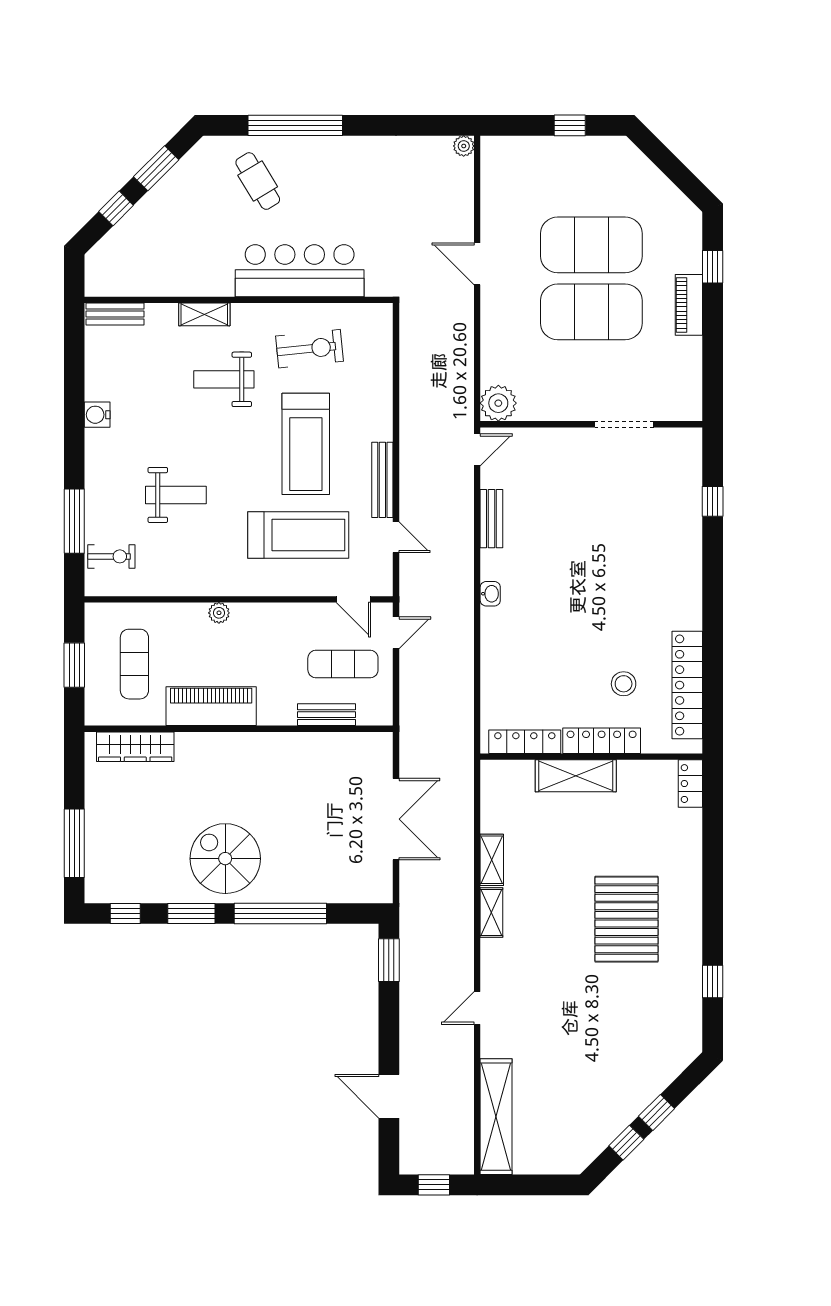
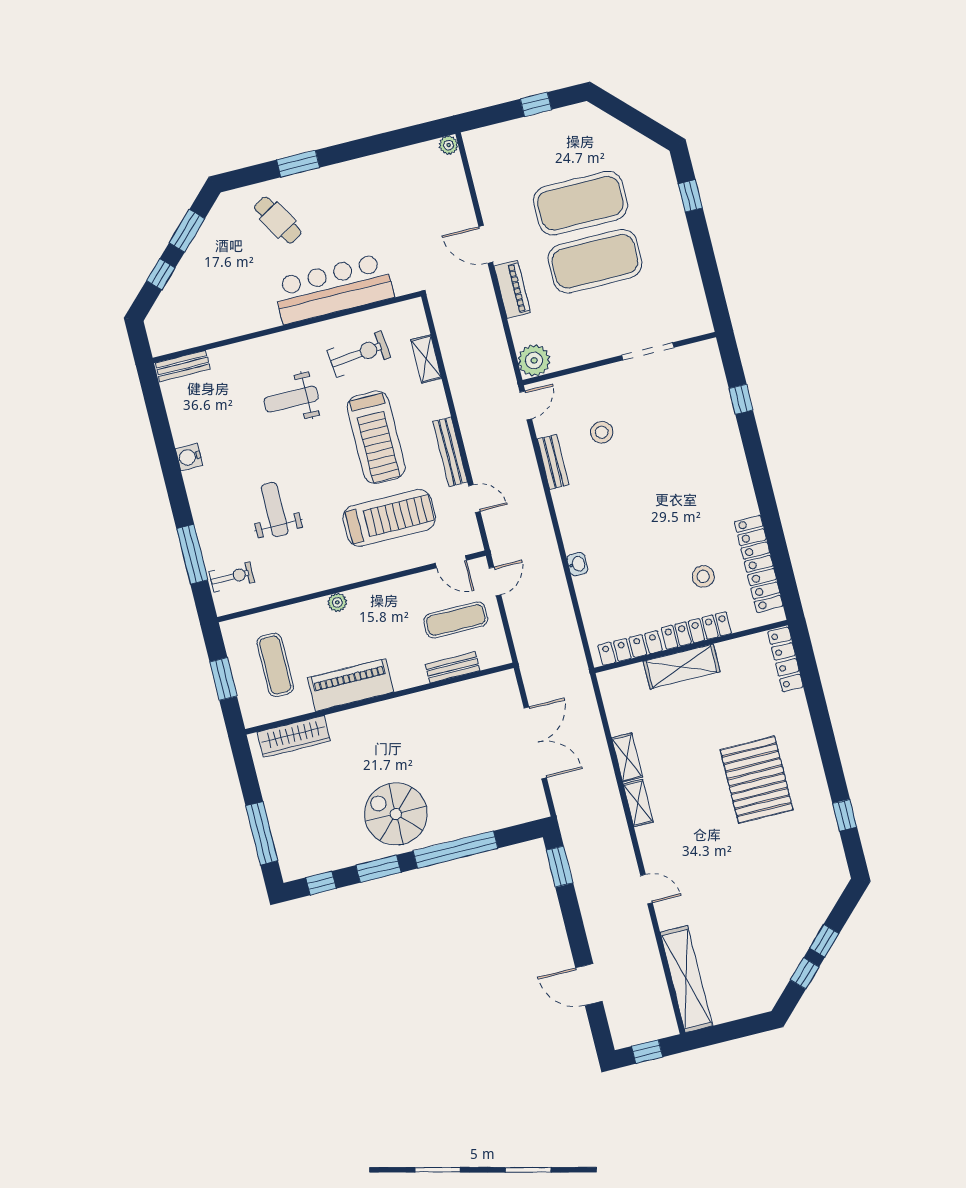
window: (295, 125) -> (298, 164), width x0.47
piano: (689, 305) -> (512, 289), moved, turned 180
shelving: (204, 314) -> (426, 359), moved, turned 90
weight bench: (176, 495) -> (275, 510), turned -90
stool: (552, 500) -> (602, 432), added
washbasin: (490, 594) -> (577, 564), moved
locker: (690, 784) -> (785, 659), width x1.53
door: (477, 1008) -> (646, 889), swing flipped

